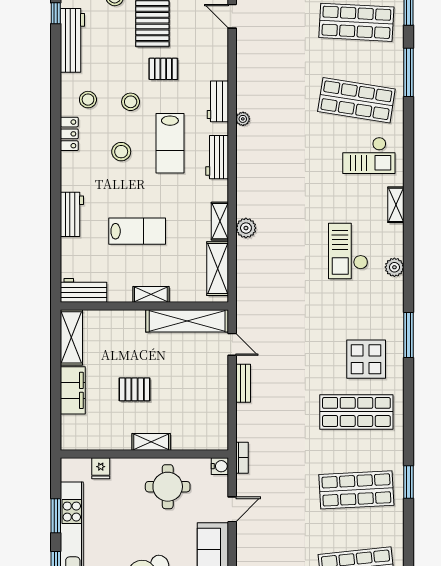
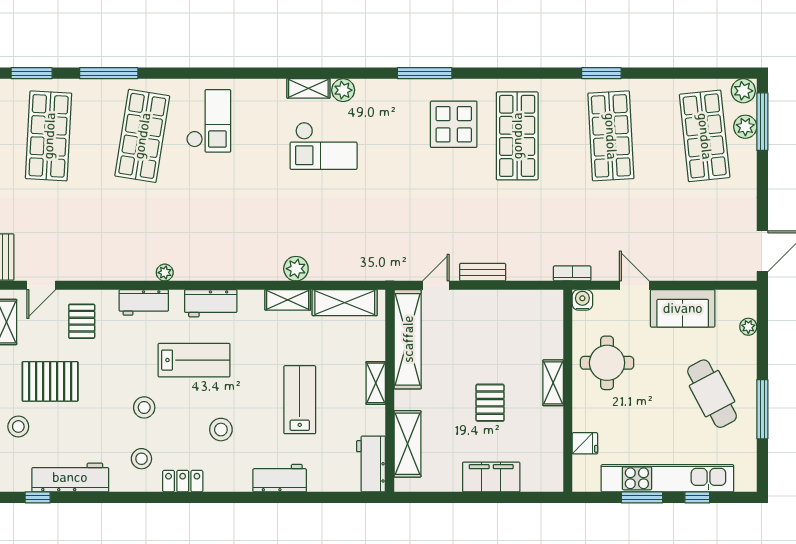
pallet: (163, 69) -> (82, 321), moved
stool: (121, 152) -> (221, 430), moved
shelving: (396, 205) -> (308, 88), moved
shelving: (71, 337) -> (407, 444), moved, turned 90

